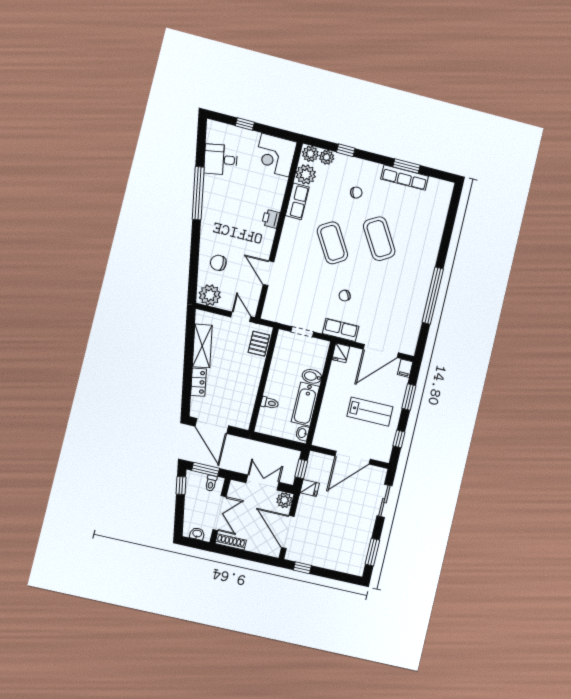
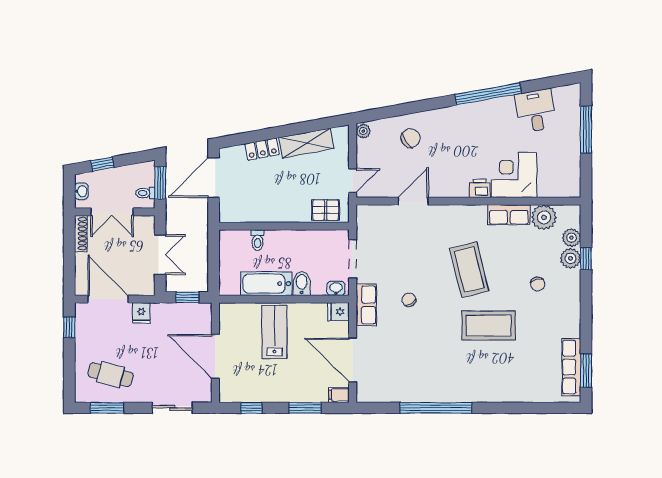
window: (245, 124) -> (586, 129), width x2.17
plant: (310, 154) -> (571, 258), moved
corner desk: (275, 155) -> (514, 175), moved
window: (407, 166) -> (586, 371), moved
row of seats: (405, 178) -> (571, 367), moved
coffee table: (379, 239) -> (489, 325), turned 31
coffee table: (332, 243) -> (469, 270), turned -73
chair: (218, 263) -> (411, 138), turned 56
plant: (210, 295) -> (363, 131), width x0.53, depth x0.53
doorway: (302, 332) -> (353, 259), width x1.38
lab bench: (370, 412) -> (274, 332), moved, turned 180
washbasin: (302, 433) -> (336, 288), moved
window: (181, 486) -> (102, 164), moved
fridge: (310, 488) -> (141, 313), moved
plant: (284, 500) -> (145, 286), removed
door: (288, 532) -> (108, 299), hinge flipped
cafe table: (347, 543) -> (110, 375), added

